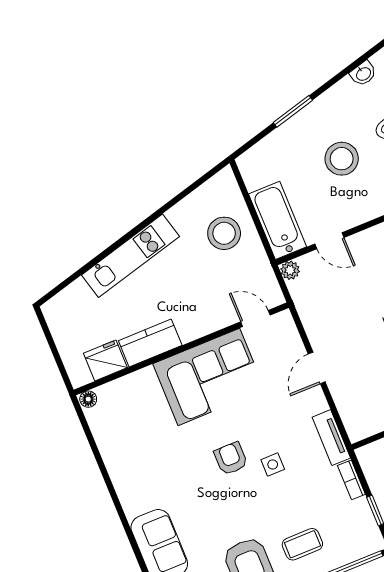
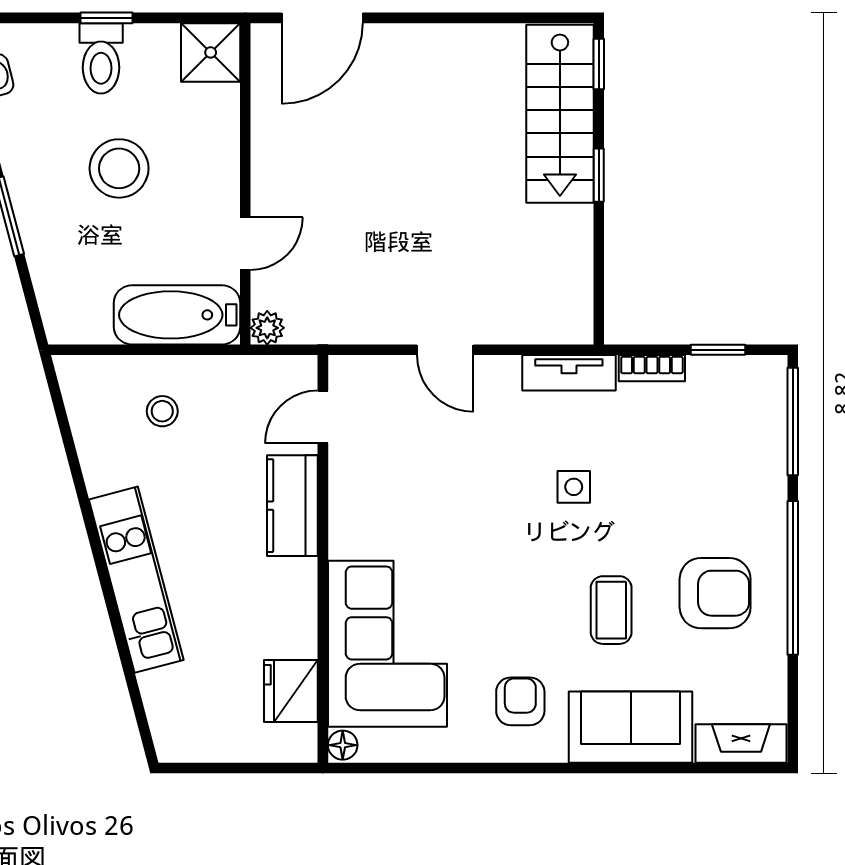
stool: (224, 233) -> (162, 411), width x0.53, depth x0.53
kitchen counter: (150, 343) -> (292, 506), moved
corner sofa: (209, 377) -> (387, 644), moved
armchair: (231, 458) -> (520, 701), moved, turned 90
coffee table: (302, 544) -> (611, 610), moved

